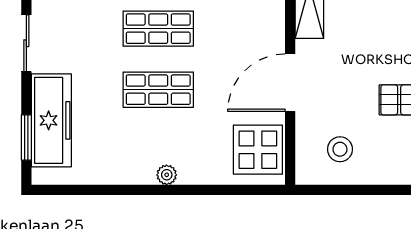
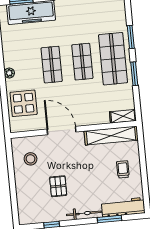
display table: (258, 150) -> (24, 103), moved

